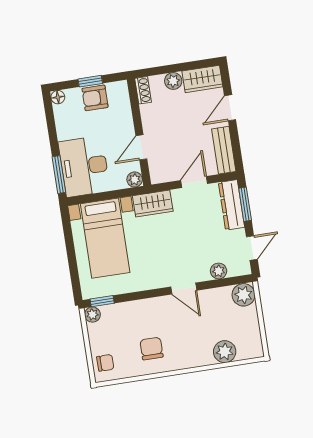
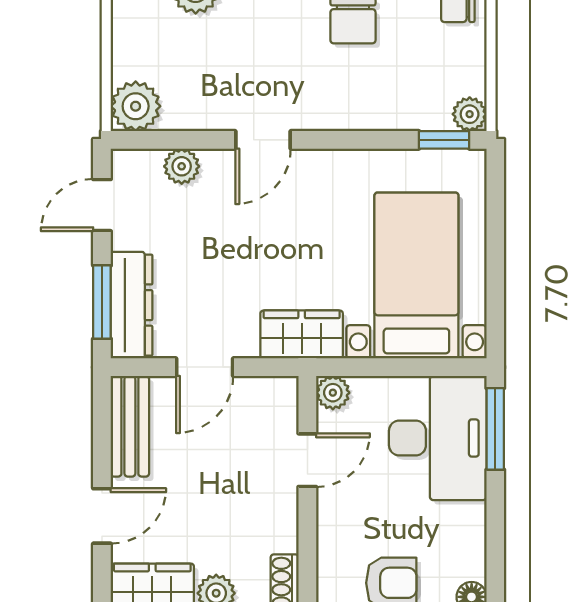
door: (184, 289) -> (263, 140), swing flipped

